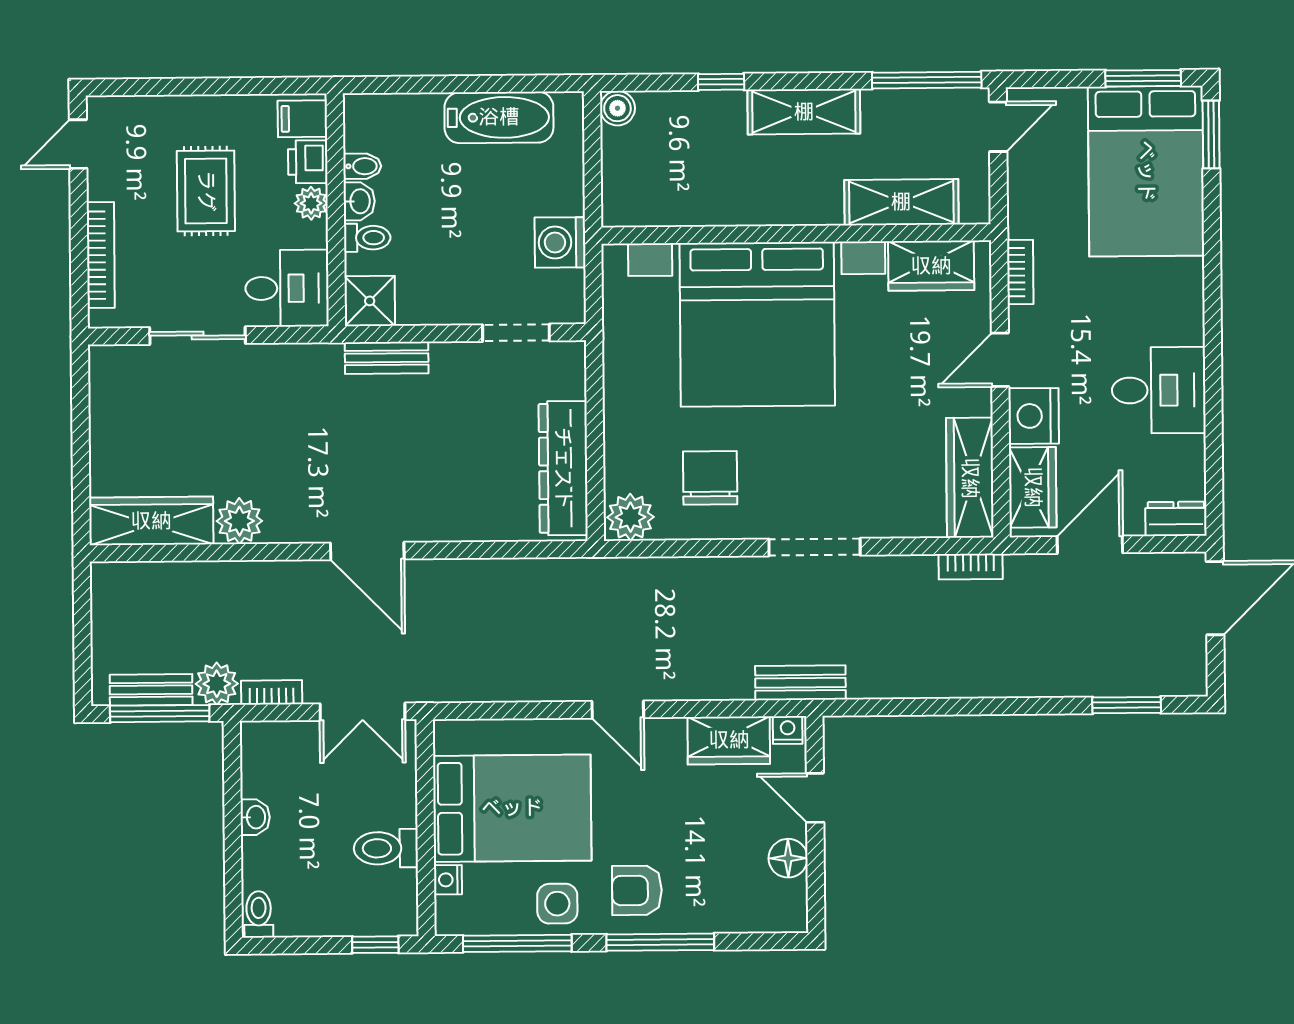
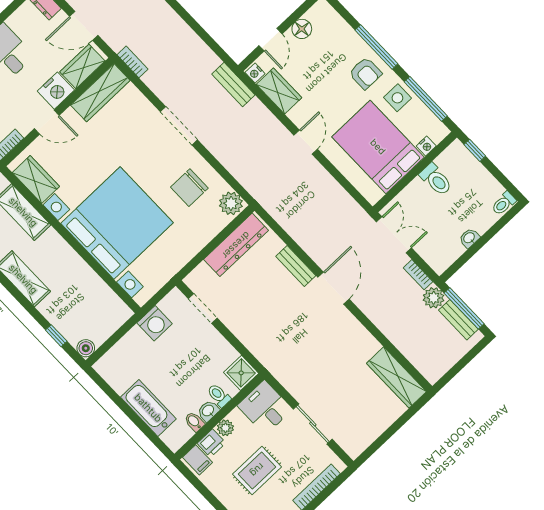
window: (721, 82) -> (56, 336), moved
bathtub: (499, 117) -> (148, 408), moved
bench: (387, 358) -> (296, 266), moved
plant: (239, 521) -> (366, 345), removed

